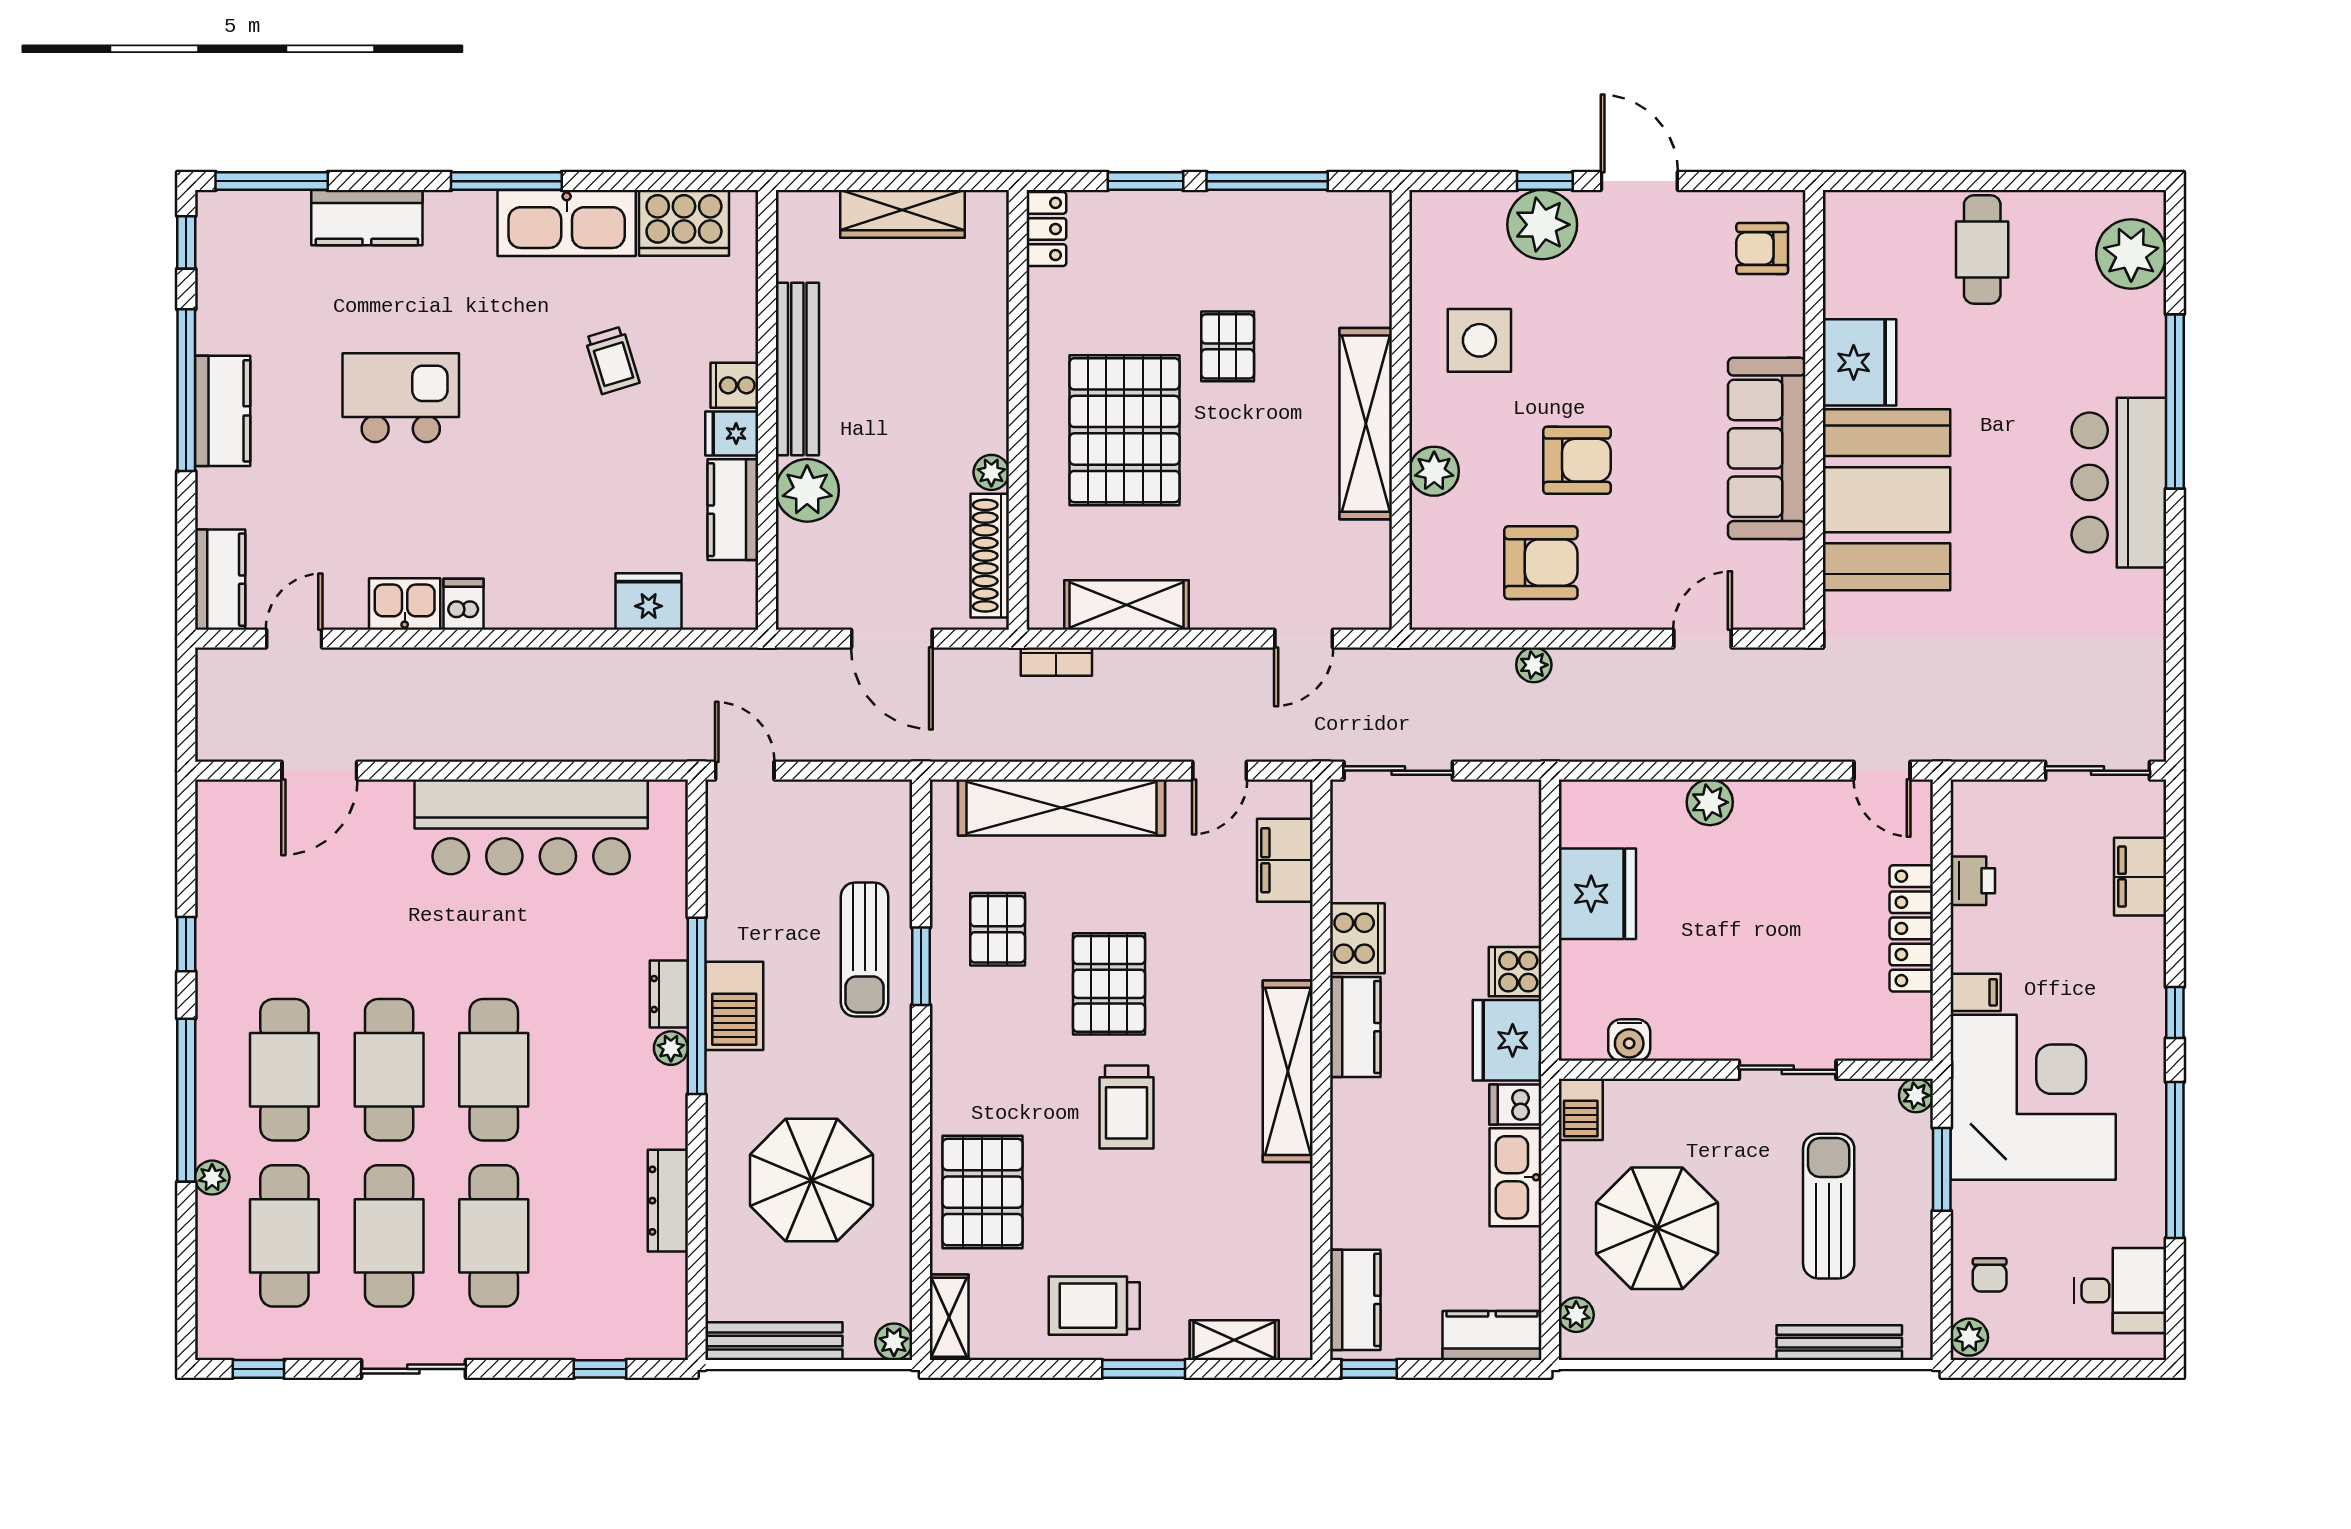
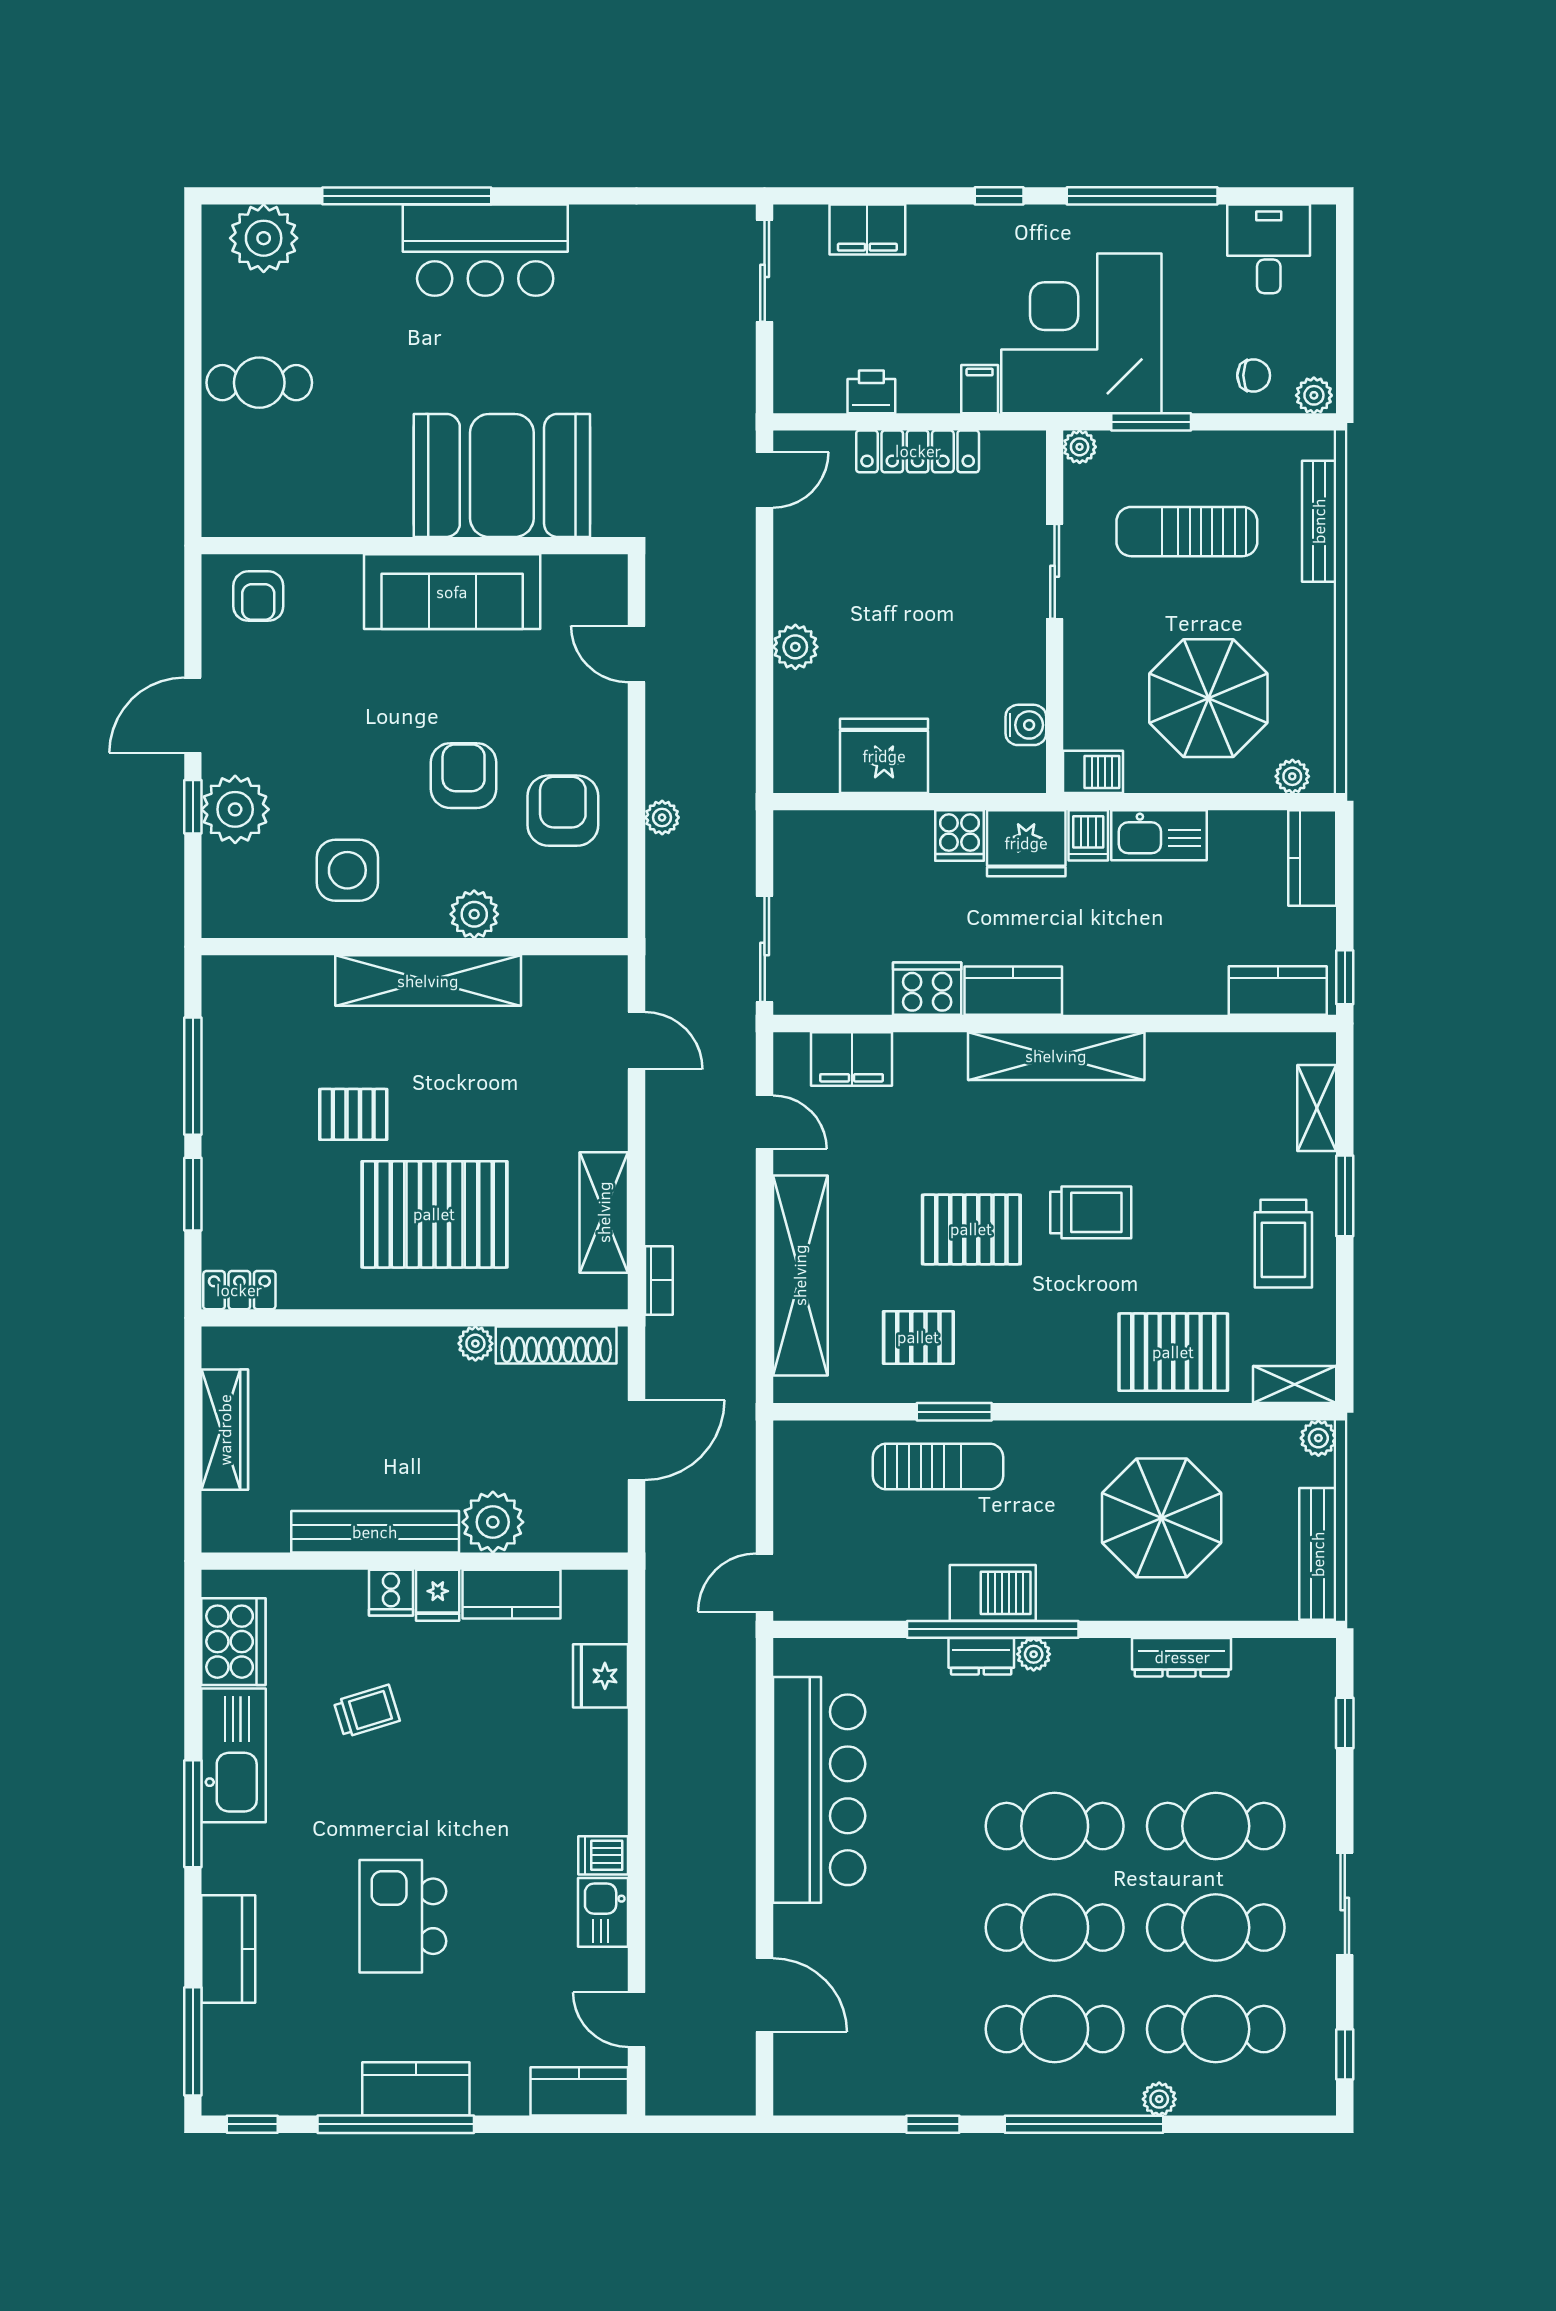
fridge: (1859, 362) -> (369, 502), removed

